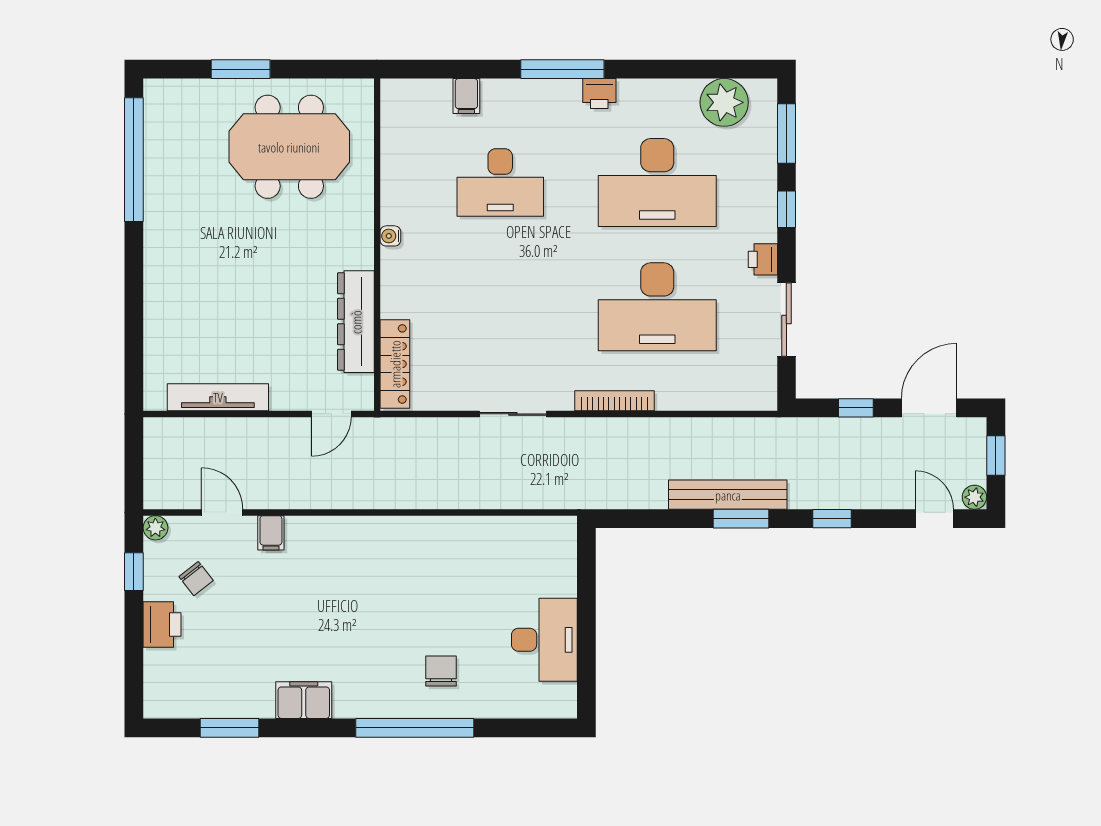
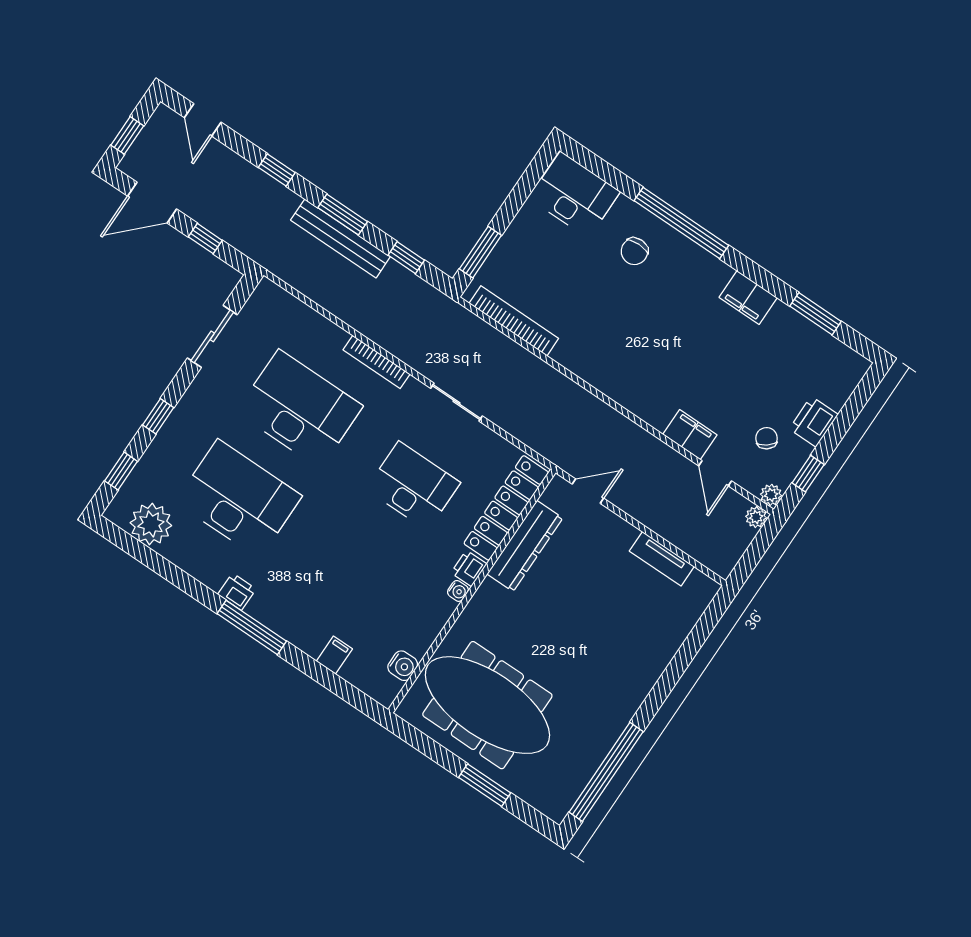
water cooler: (395, 130) -> (403, 666), added
window: (786, 134) -> (121, 471), width x0.67
meeting table: (289, 147) -> (487, 705), width x1.36
desk: (500, 183) -> (413, 486), moved
printer: (763, 259) -> (469, 568), moved, turned 180
locker: (395, 364) -> (506, 508), width x1.41, depth x1.21
tv unit: (218, 397) -> (662, 559), width x0.71
plant: (974, 497) -> (756, 517), moved
window: (653, 519) -> (406, 258), added
bookcase: (511, 528) -> (514, 321), added
filing cabinet: (271, 533) -> (690, 435), width x2.00
window: (586, 571) -> (480, 252), added
desk: (544, 640) -> (574, 195), moved, turned 90

